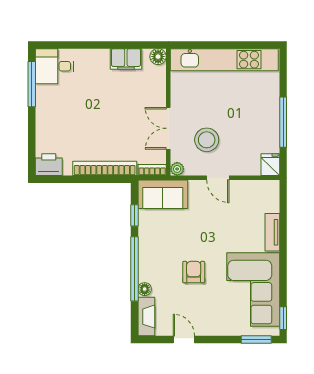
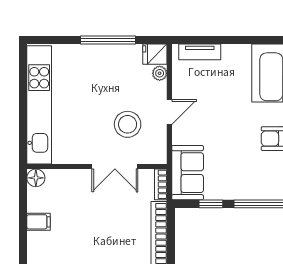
filing cabinet: (126, 59) -> (38, 222), width x0.50
plant: (177, 169) -> (160, 73), moved
tv unit: (272, 232) -> (200, 52), moved

